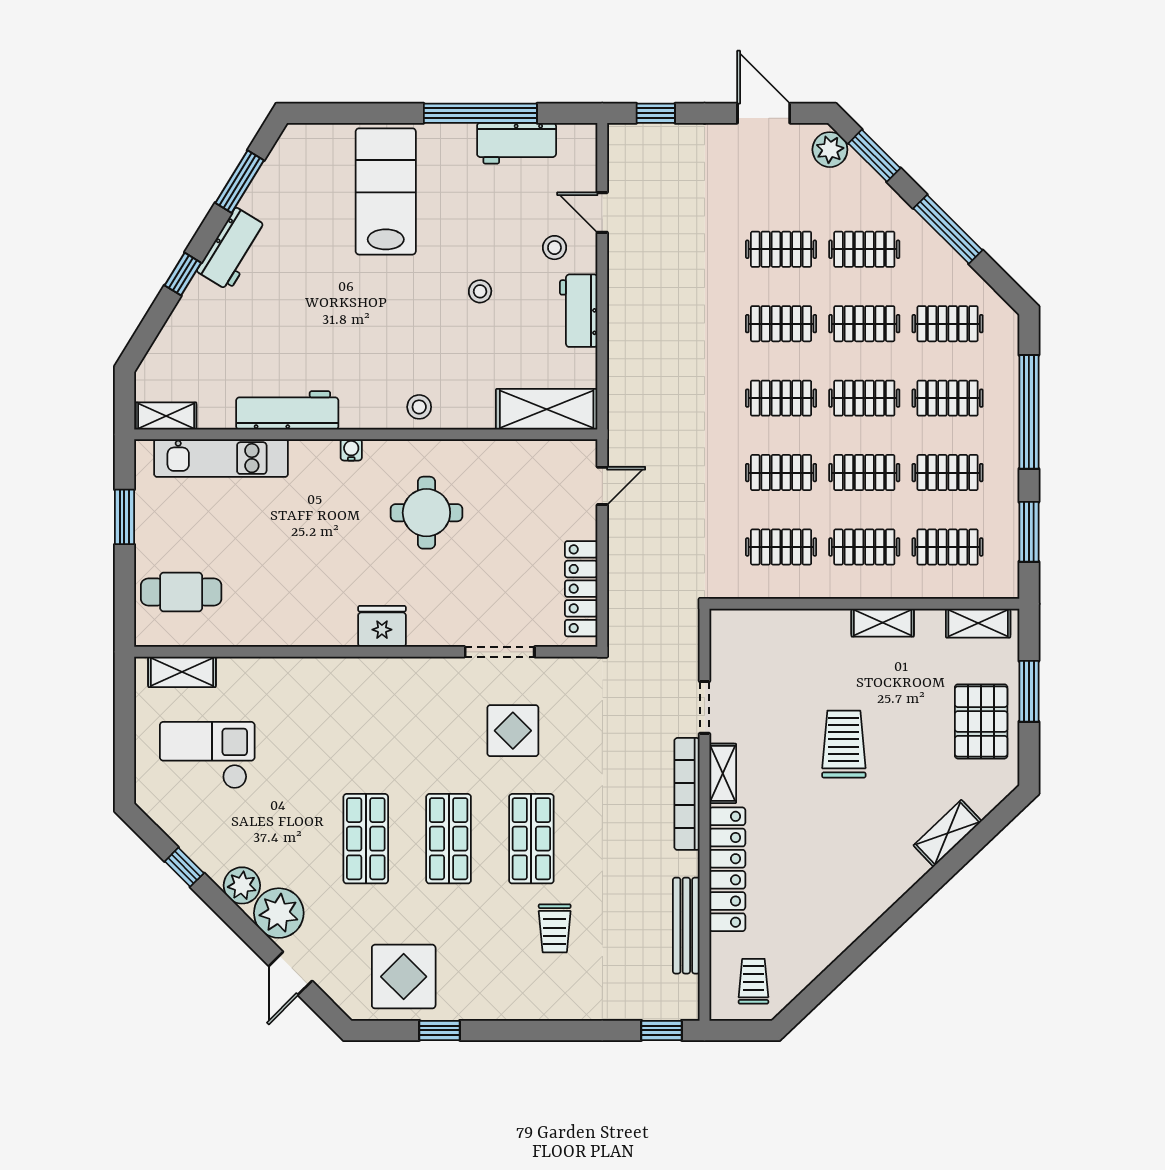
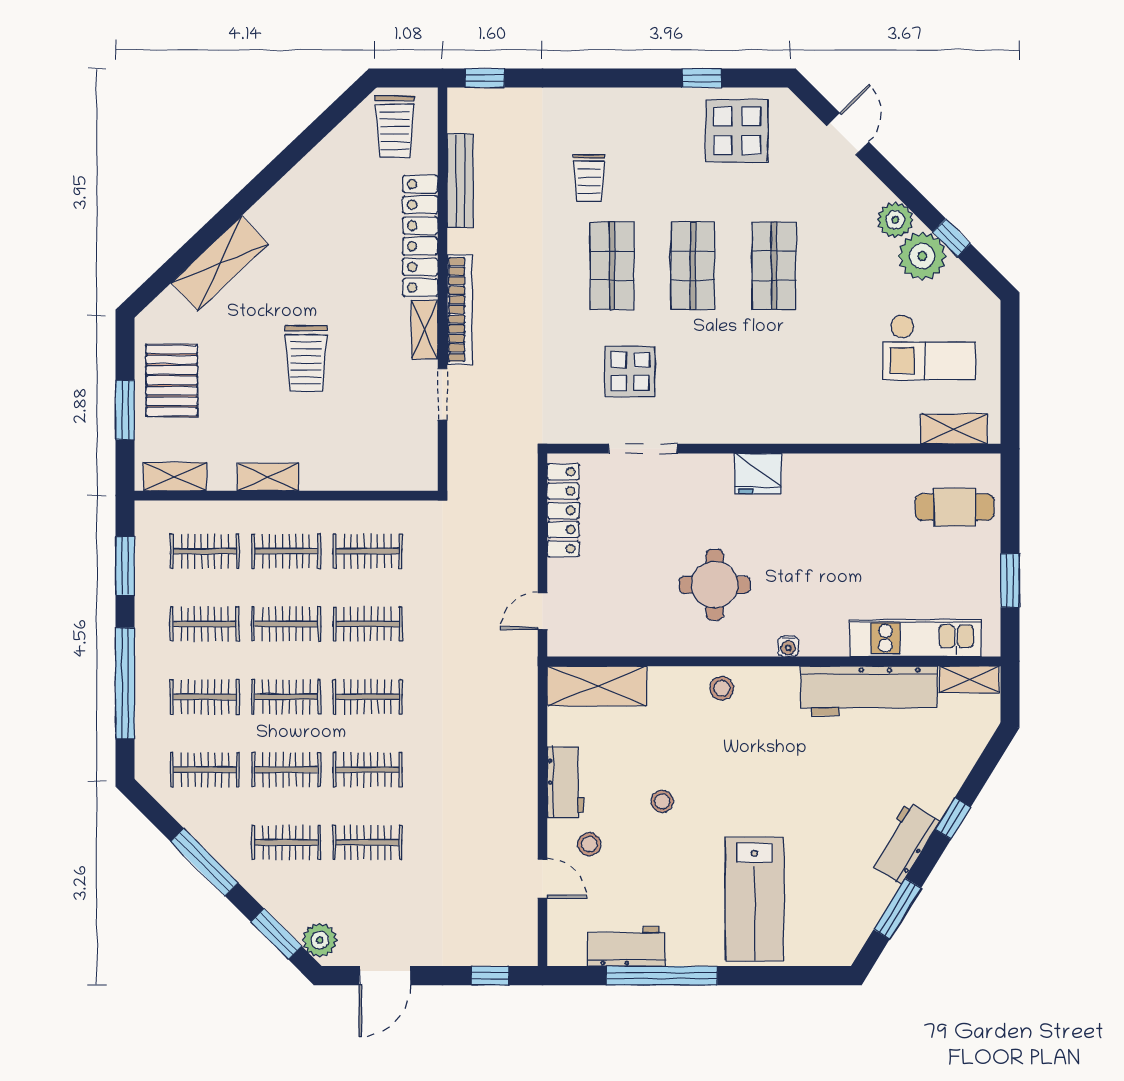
door: (764, 113) -> (385, 976), hinge flipped
workbench: (287, 410) -> (869, 691), width x1.36, depth x1.32
shelving: (948, 833) -> (220, 263), width x1.50, depth x1.33
plant: (279, 913) -> (922, 256), moved
trolley: (555, 928) -> (589, 178), turned 180
trolley: (753, 981) -> (395, 126), width x1.36, depth x1.39

